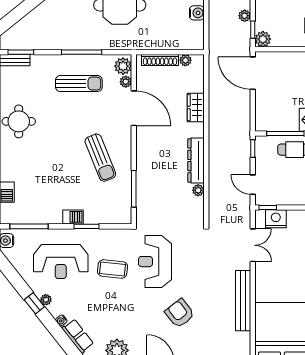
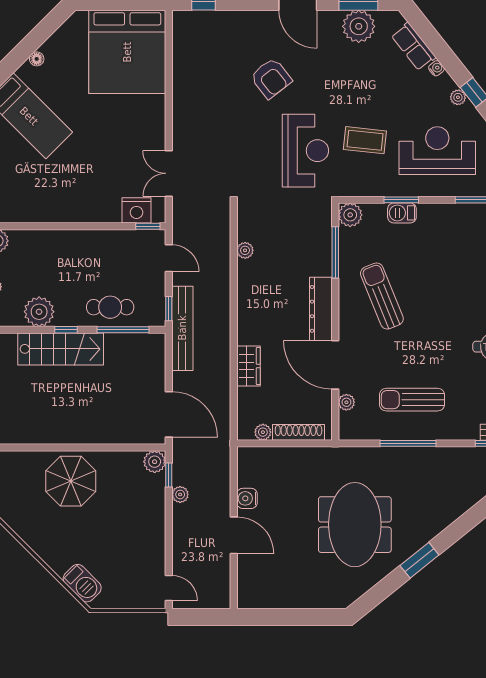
plant: (123, 66) -> (350, 215), moved
dresser: (196, 160) -> (321, 309), moved, turned 180
barbecue: (73, 217) -> (402, 213), moved
bench: (243, 301) -> (182, 328), moved

